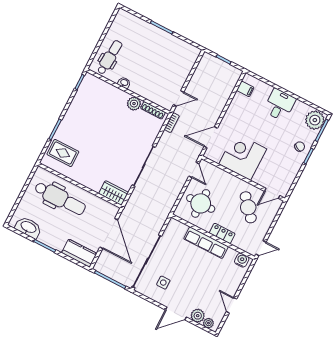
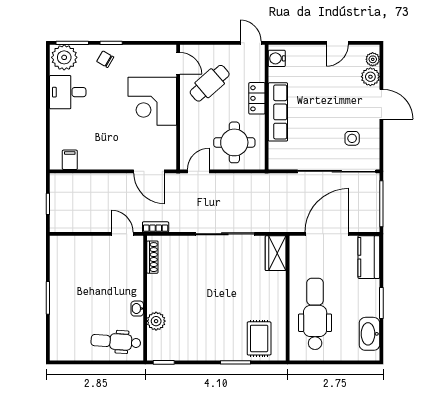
plant: (134, 104) -> (156, 321), moved
desk: (279, 105) -> (68, 92), moved
corner desk: (243, 156) -> (152, 101), moved

